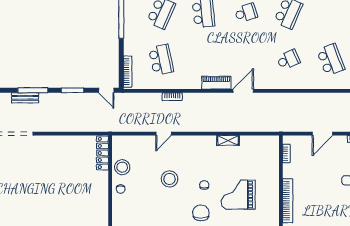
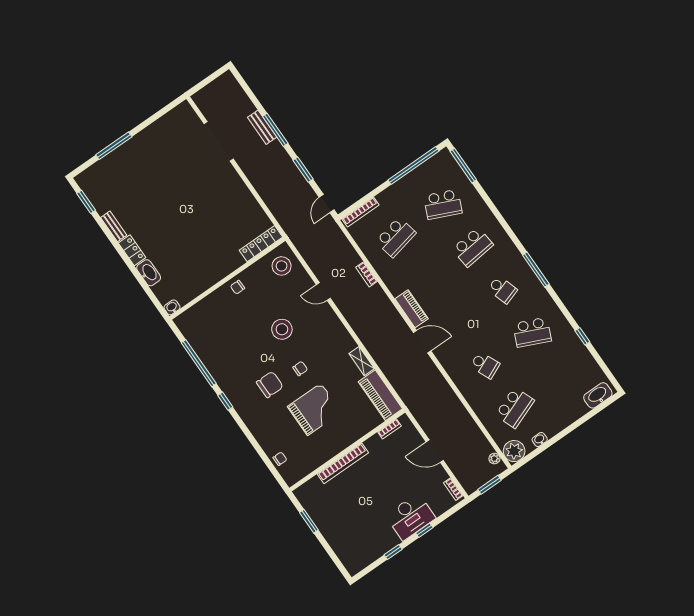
piano: (260, 144) -> (380, 395), added
stool: (122, 167) -> (282, 266), moved
grand piano: (238, 195) -> (314, 409), turned 90

